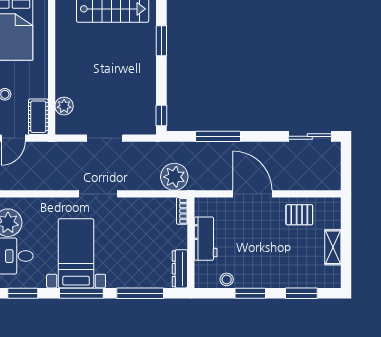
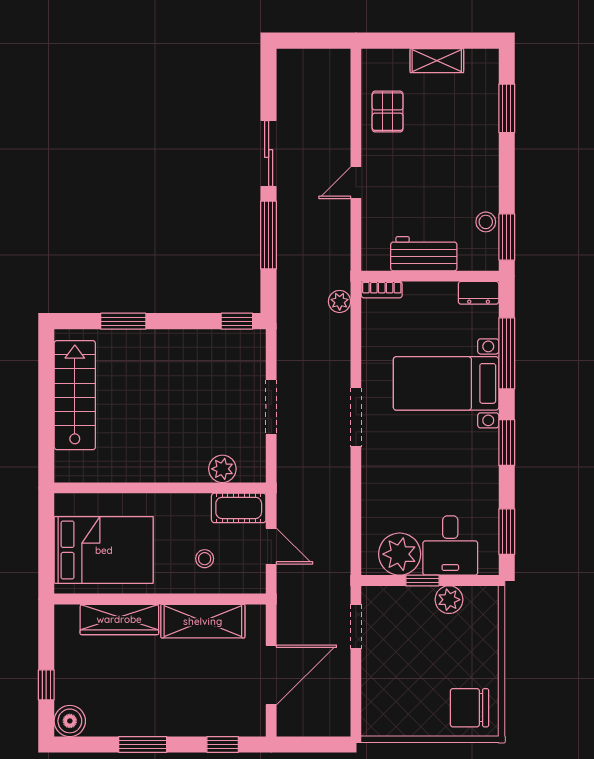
sliding door: (310, 136) -> (269, 153), moved
plant: (174, 177) -> (340, 301), width x0.53, depth x0.53
door: (252, 194) -> (356, 183), width x0.53
bed with nightstands: (76, 253) -> (446, 383), moved
dresser: (180, 269) -> (479, 293), width x0.70
window: (81, 293) -> (507, 443), width x0.69
window: (250, 293) -> (507, 237), moved

